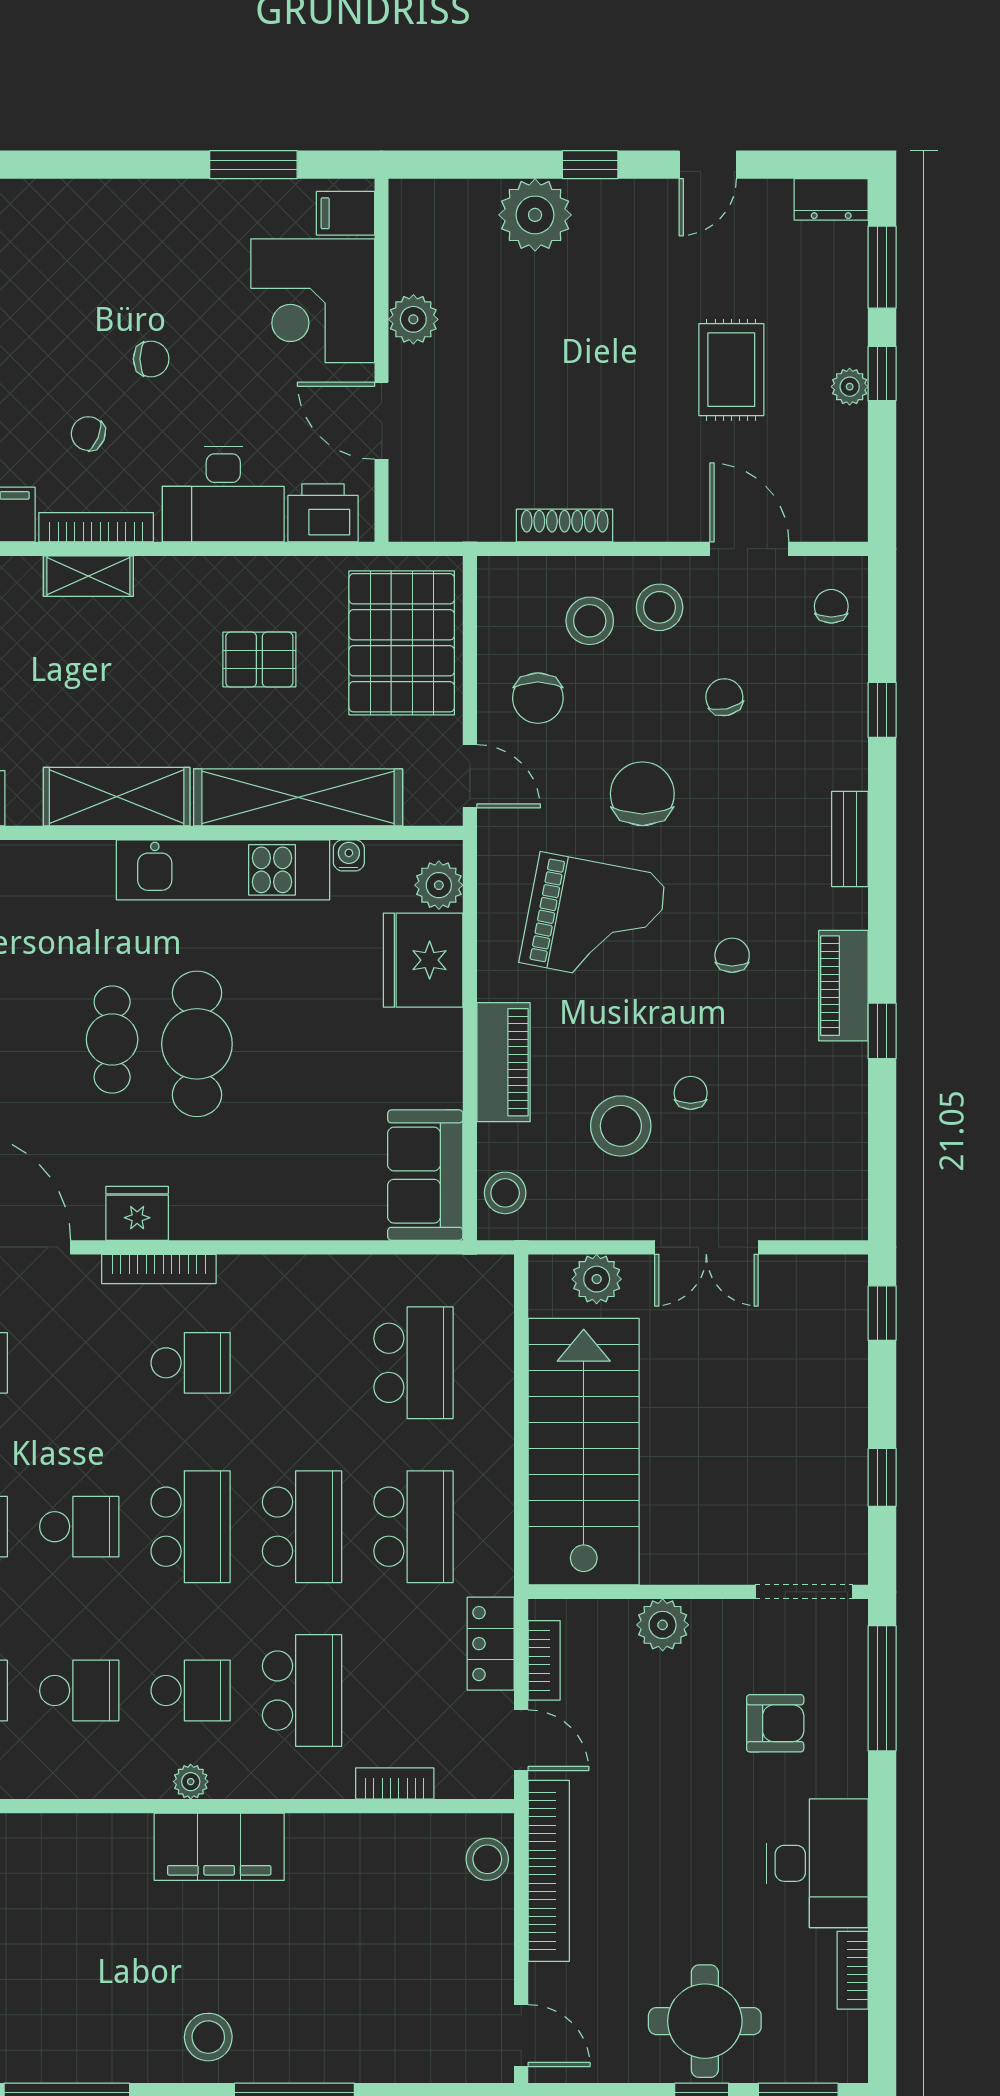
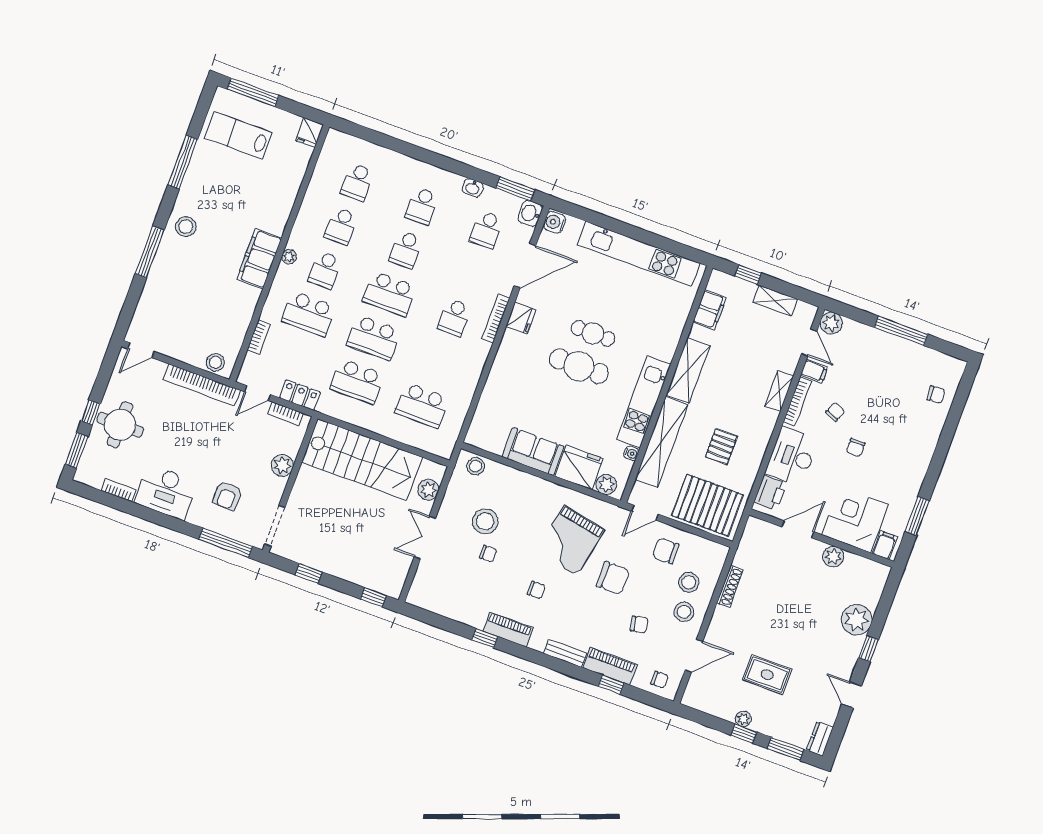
piano: (504, 1062) -> (610, 666), moved, turned 180
sofa: (425, 1175) -> (533, 452), moved

